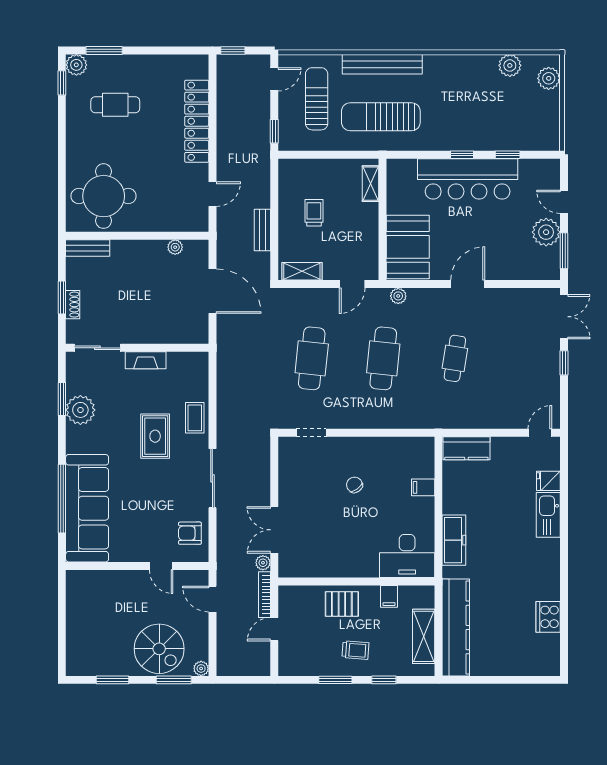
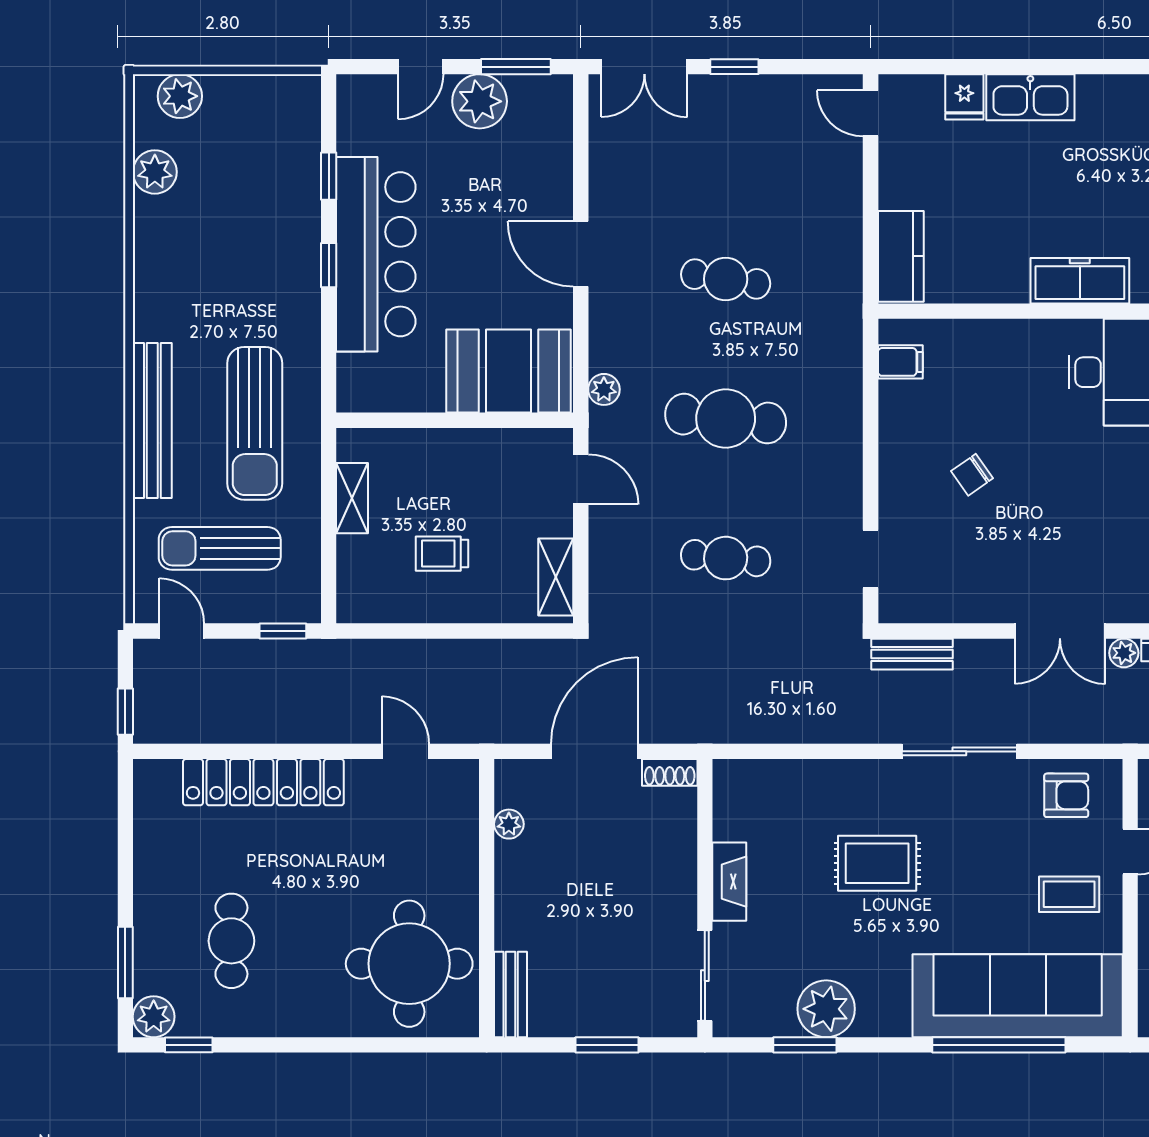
shelving: (370, 184) -> (352, 498), moved, turned 90
bench: (262, 230) -> (912, 654), moved
shoe rack: (73, 305) -> (670, 772), moved, turned 180
double door: (564, 317) -> (644, 67), swing flipped
cafe table: (312, 358) -> (726, 558), width x0.73, depth x0.74
coffee table: (195, 418) -> (1069, 894), moved
filing cabinet: (423, 487) -> (900, 362), moved, turned -90
armchair: (190, 533) -> (1066, 795), turned -90

